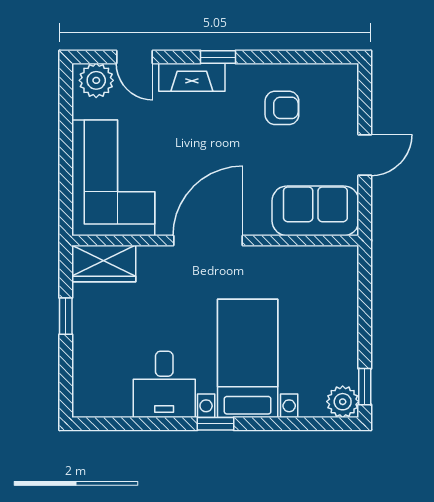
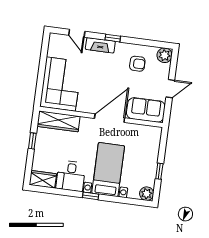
plant: (96, 80) -> (165, 55), moved
door: (208, 240) -> (110, 118), moved
wardrobe: (104, 263) -> (59, 121), width x1.50
window: (365, 387) -> (159, 171), moved
wardrobe: (101, 401) -> (43, 179), added

